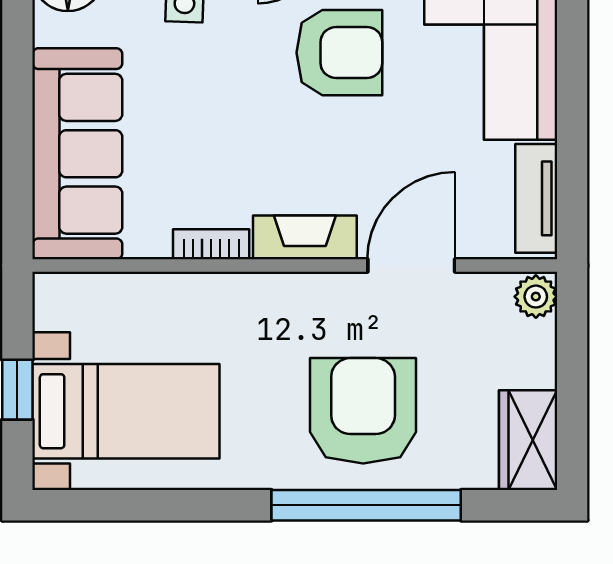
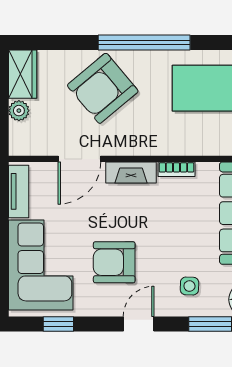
plant: (536, 297) -> (19, 111), moved
armchair: (363, 411) -> (103, 88), turned 50
window: (366, 505) -> (144, 42), moved

